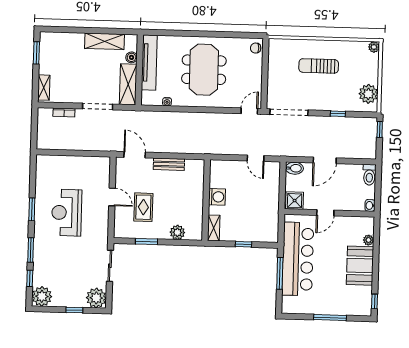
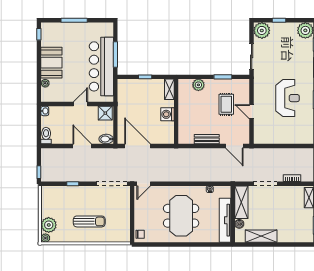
plant: (368, 94) -> (49, 225), moved
door: (256, 158) -> (138, 146), width x1.87
door: (325, 160) -> (82, 146), hinge flipped

